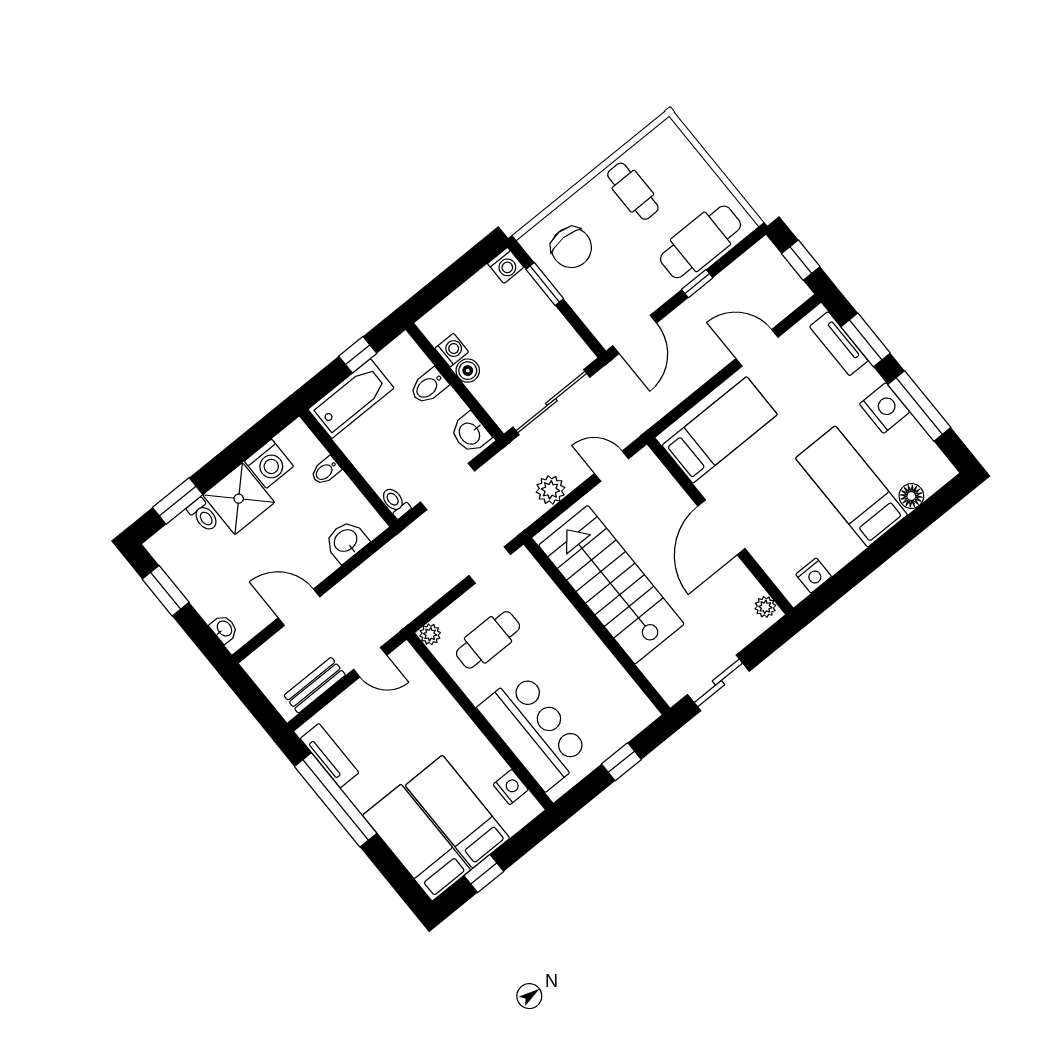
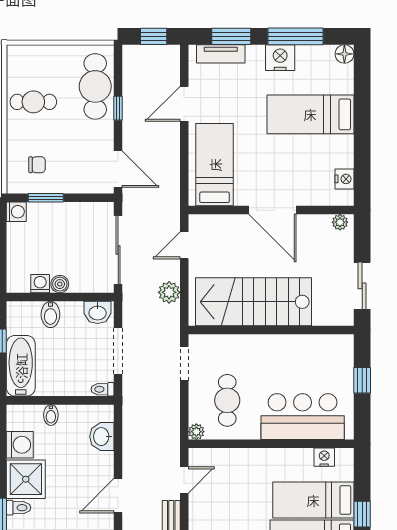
chair: (571, 248) -> (37, 165), width x0.54, depth x0.54
floor lamp: (911, 496) -> (344, 54), moved

